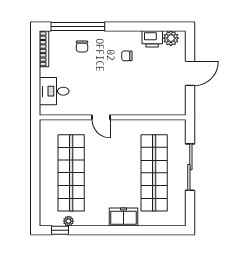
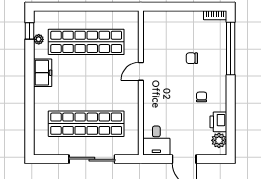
chair: (82, 46) -> (192, 58), moved
bookcase: (44, 49) -> (215, 15), width x0.64
desk: (54, 91) -> (156, 140), moved, turned 180
freezer: (123, 217) -> (43, 73), moved

